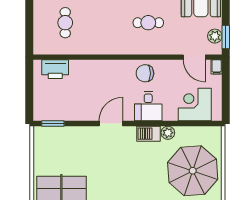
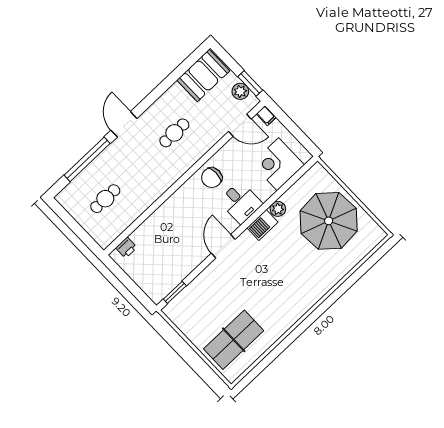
cafe table: (65, 23) -> (105, 199), turned 90
printer: (55, 69) -> (126, 248), width x0.53, depth x0.68

